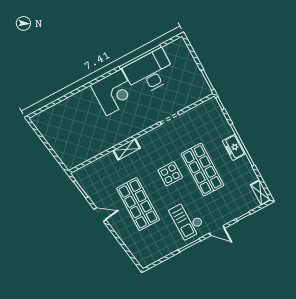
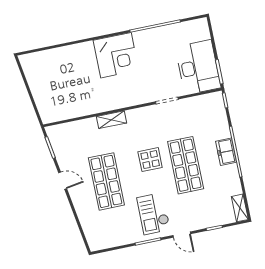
desk: (149, 72) -> (198, 67), moved, turned 90

